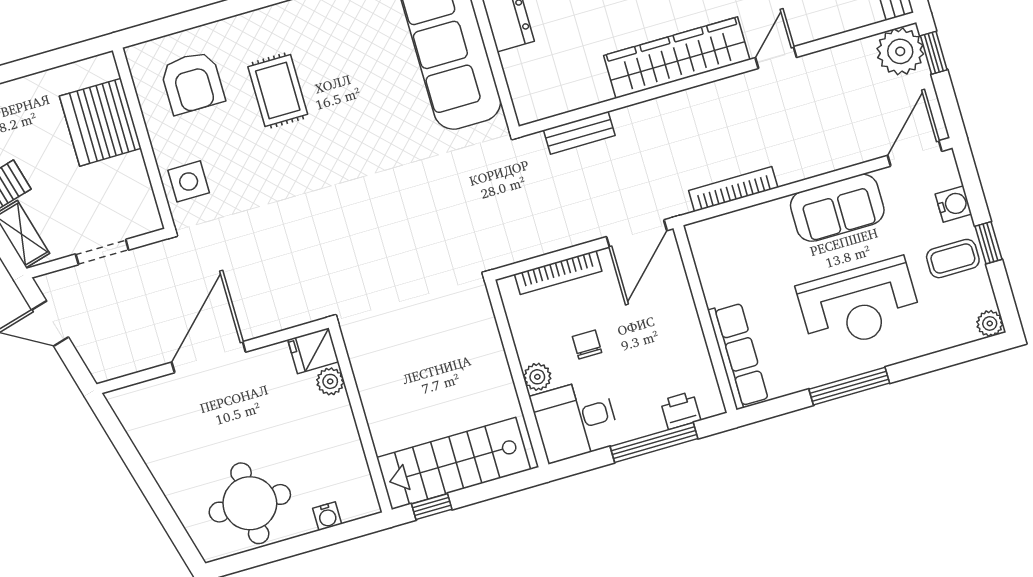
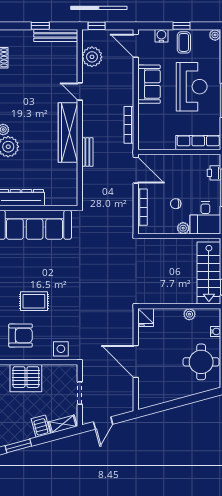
plant: (900, 51) -> (92, 57), moved
bench: (579, 133) -> (87, 152), moved
plant: (330, 381) -> (189, 314), moved

